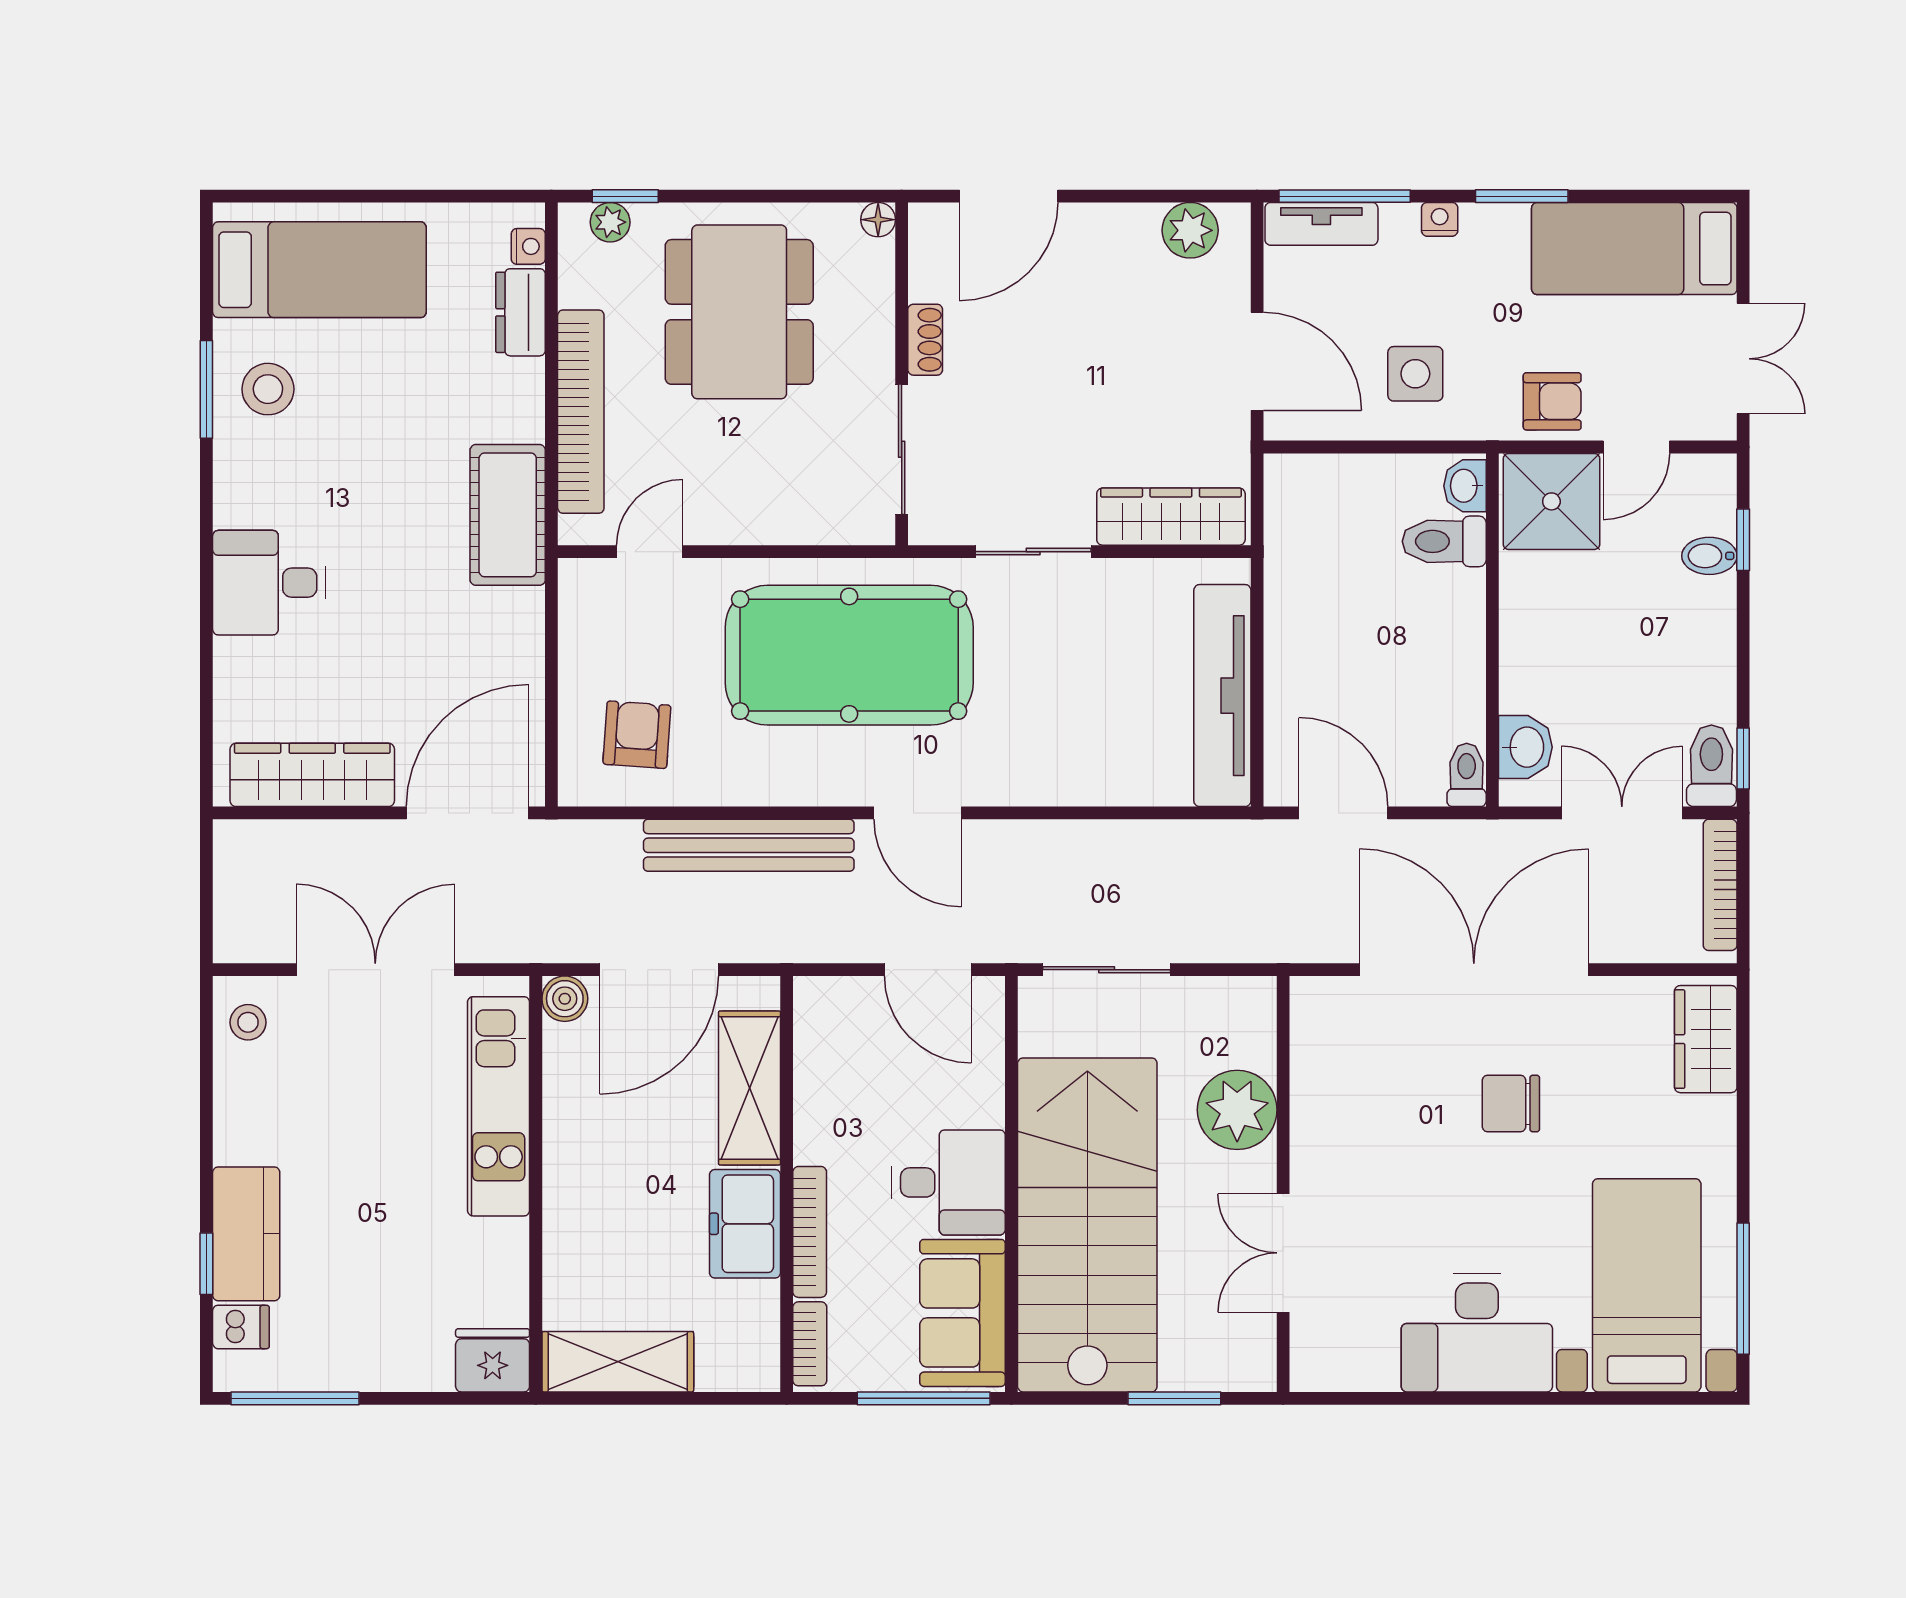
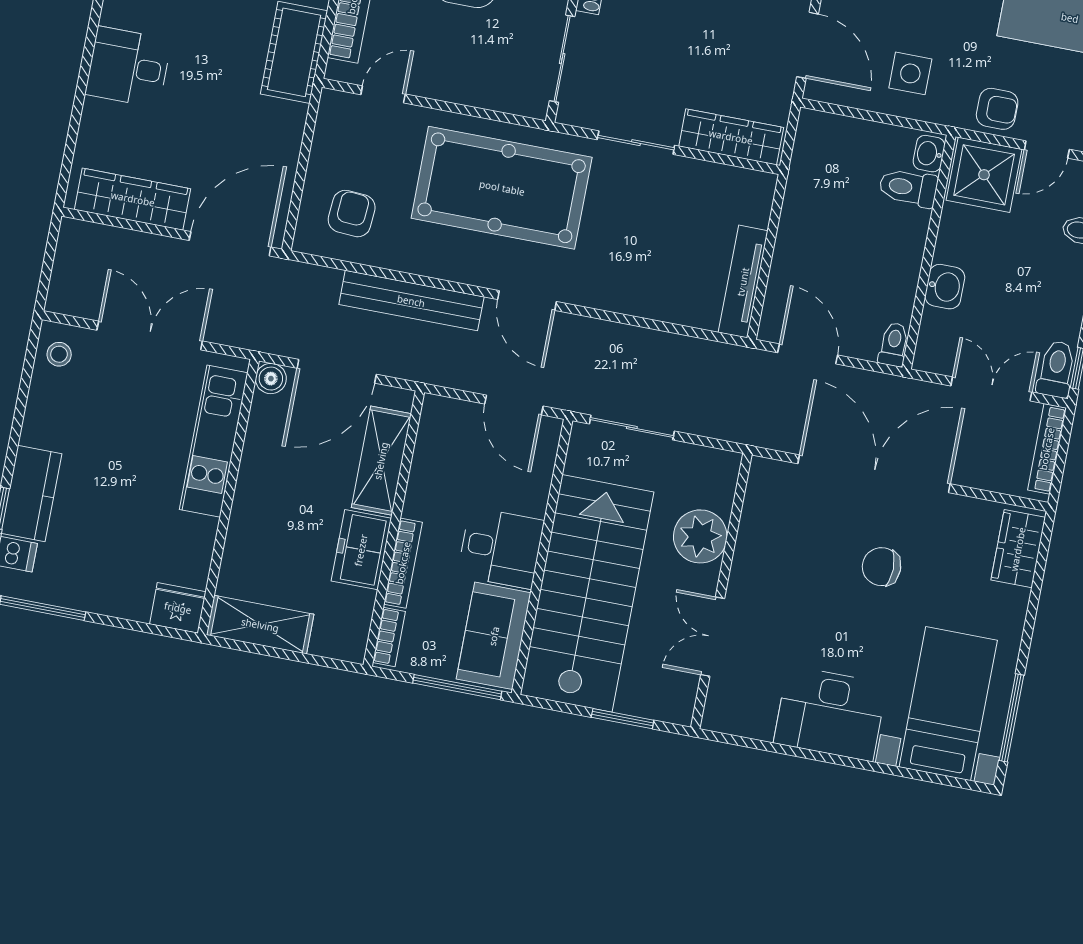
tv unit: (1222, 696) -> (743, 282), width x0.73, depth x0.78
washbasin: (1525, 747) -> (945, 287), moved

